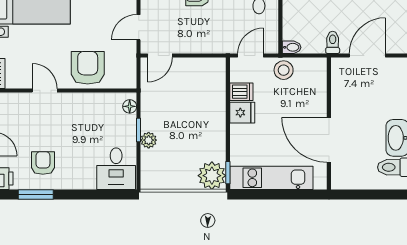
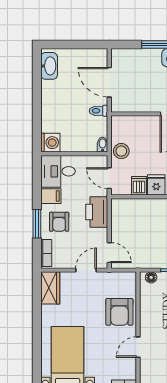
door: (139, 27) -> (86, 270), swing flipped
printer: (209, 40) -> (97, 212), added
armchair: (88, 68) -> (119, 312), turned -90

